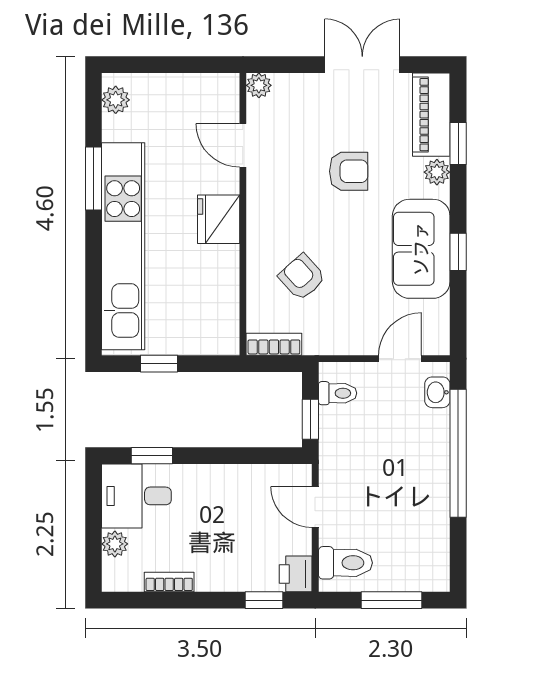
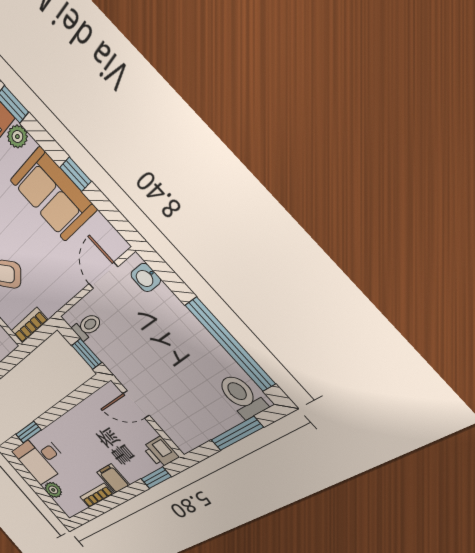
window: (458, 453) -> (230, 344), moved
toilet: (345, 563) -> (242, 396), moved, turned -90
filing cabinet: (211, 573) -> (113, 478), added

